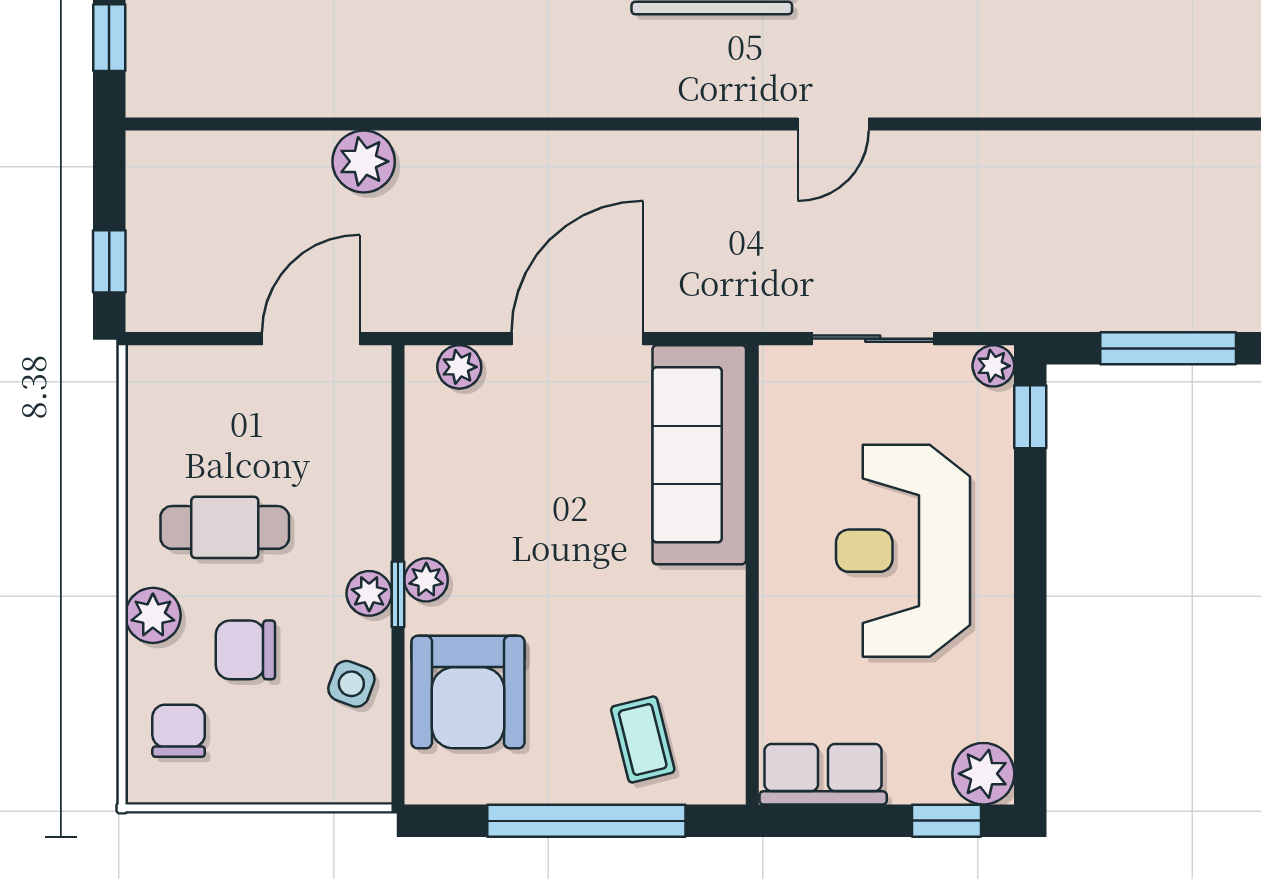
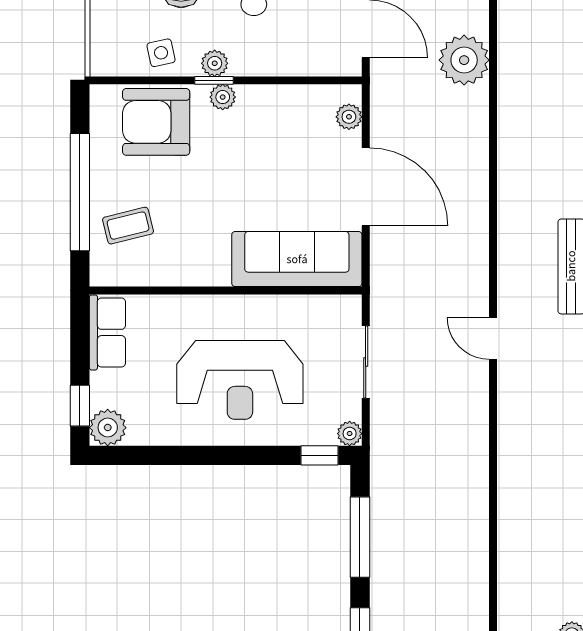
plant: (364, 161) -> (464, 60), width x1.36, depth x1.36
reception desk: (903, 551) -> (240, 380), turned 180
side table: (351, 684) -> (161, 53), turned -32

